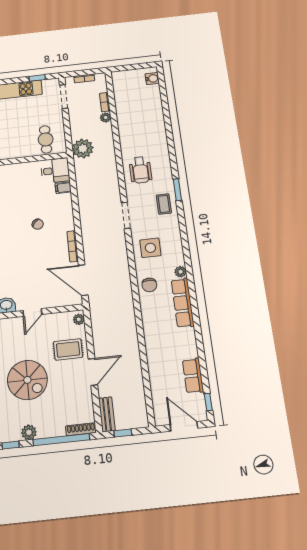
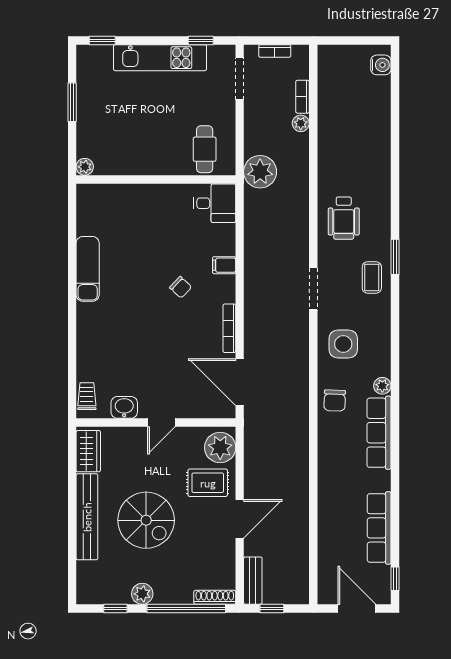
filing cabinet: (63, 188) -> (224, 265), moved
plant: (79, 319) -> (220, 448), width x1.88, depth x1.88
row of seats: (193, 376) -> (379, 528), width x1.48

